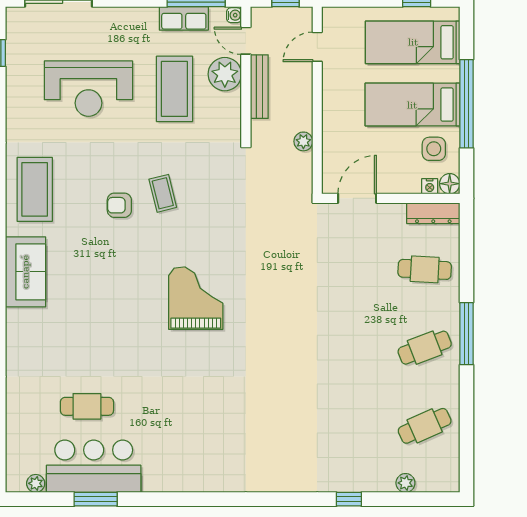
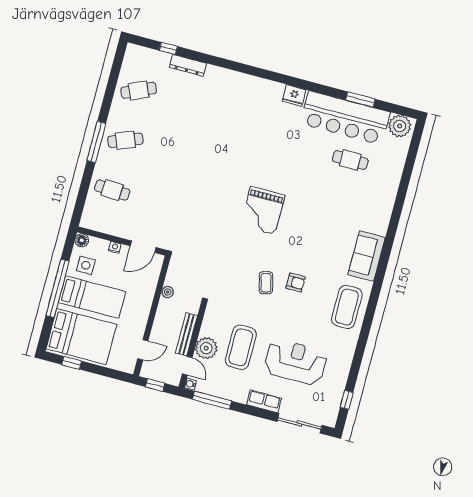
row of seats: (184, 18) -> (264, 401), moved
bed: (413, 42) -> (81, 337), width x1.50
nightstand: (430, 186) -> (115, 247), moved
dresser: (433, 213) -> (188, 65), moved, turned 180
bar counter: (94, 466) -> (345, 118), width x1.36
fridge: (195, 479) -> (294, 95), added
plant: (36, 483) -> (400, 126), width x1.88, depth x1.88
plant: (405, 483) -> (161, 57), removed
window: (349, 499) -> (168, 48), moved

